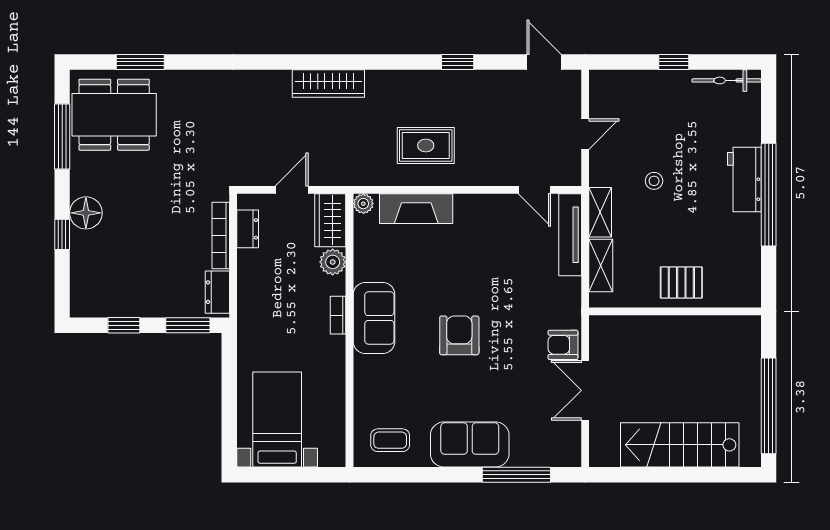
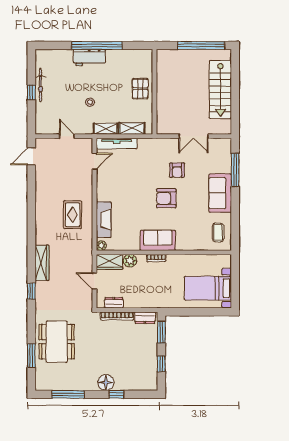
window: (458, 62) -> (31, 291), moved
bicycle: (727, 80) -> (40, 85), moved
dining table: (114, 115) -> (57, 342), moved
armchair: (563, 345) -> (177, 170), moved

